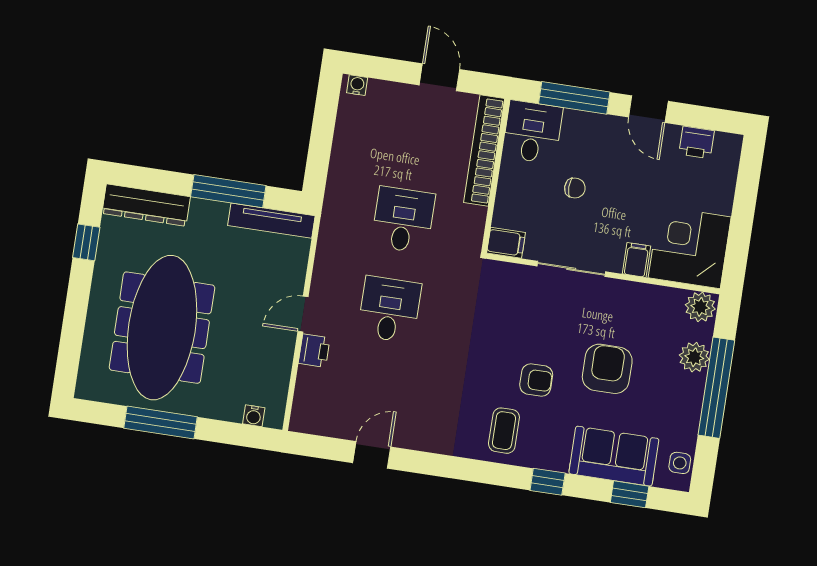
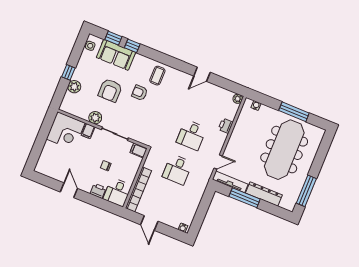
window: (574, 98) -> (97, 202), removed
printer: (697, 142) -> (98, 191), moved
dresser: (146, 205) -> (264, 194), moved
window: (86, 242) -> (306, 191), width x2.17
plant: (700, 307) -> (95, 118), moved
door: (303, 314) -> (218, 162), moved
window: (716, 388) -> (68, 72), width x0.32
plant: (301, 421) -> (238, 99), added
door: (372, 455) -> (202, 74), moved
window: (548, 482) -> (132, 46), moved

